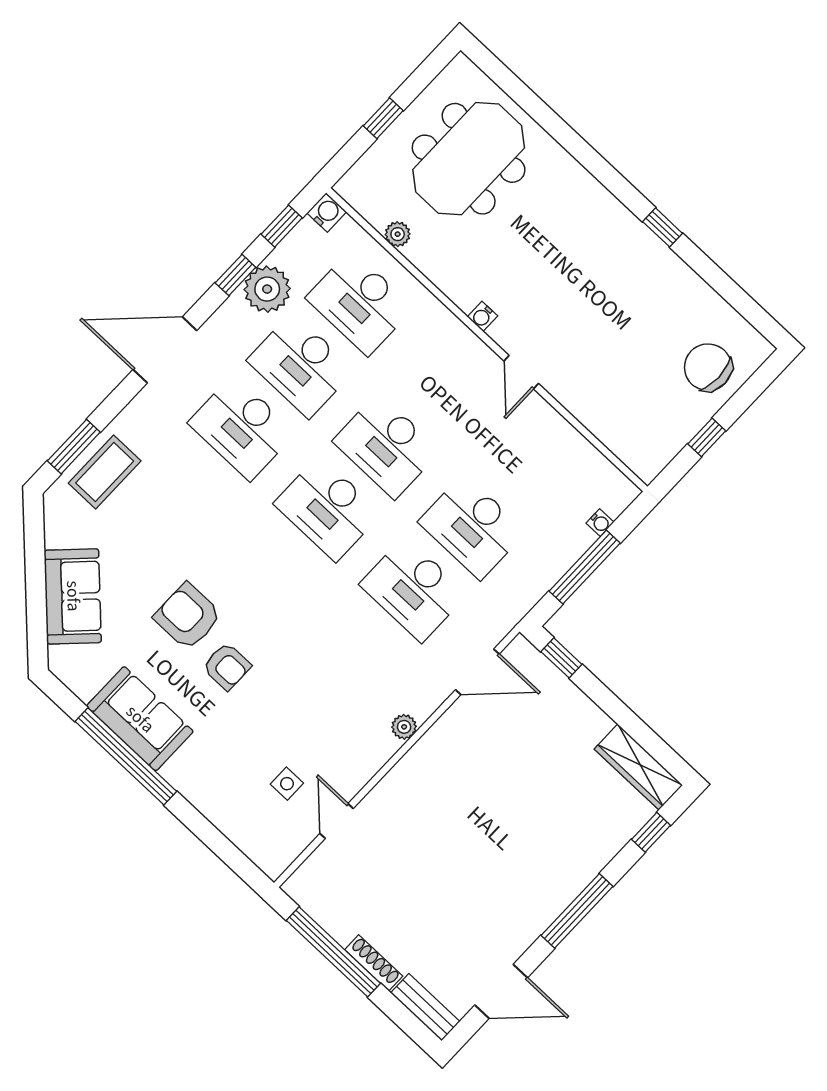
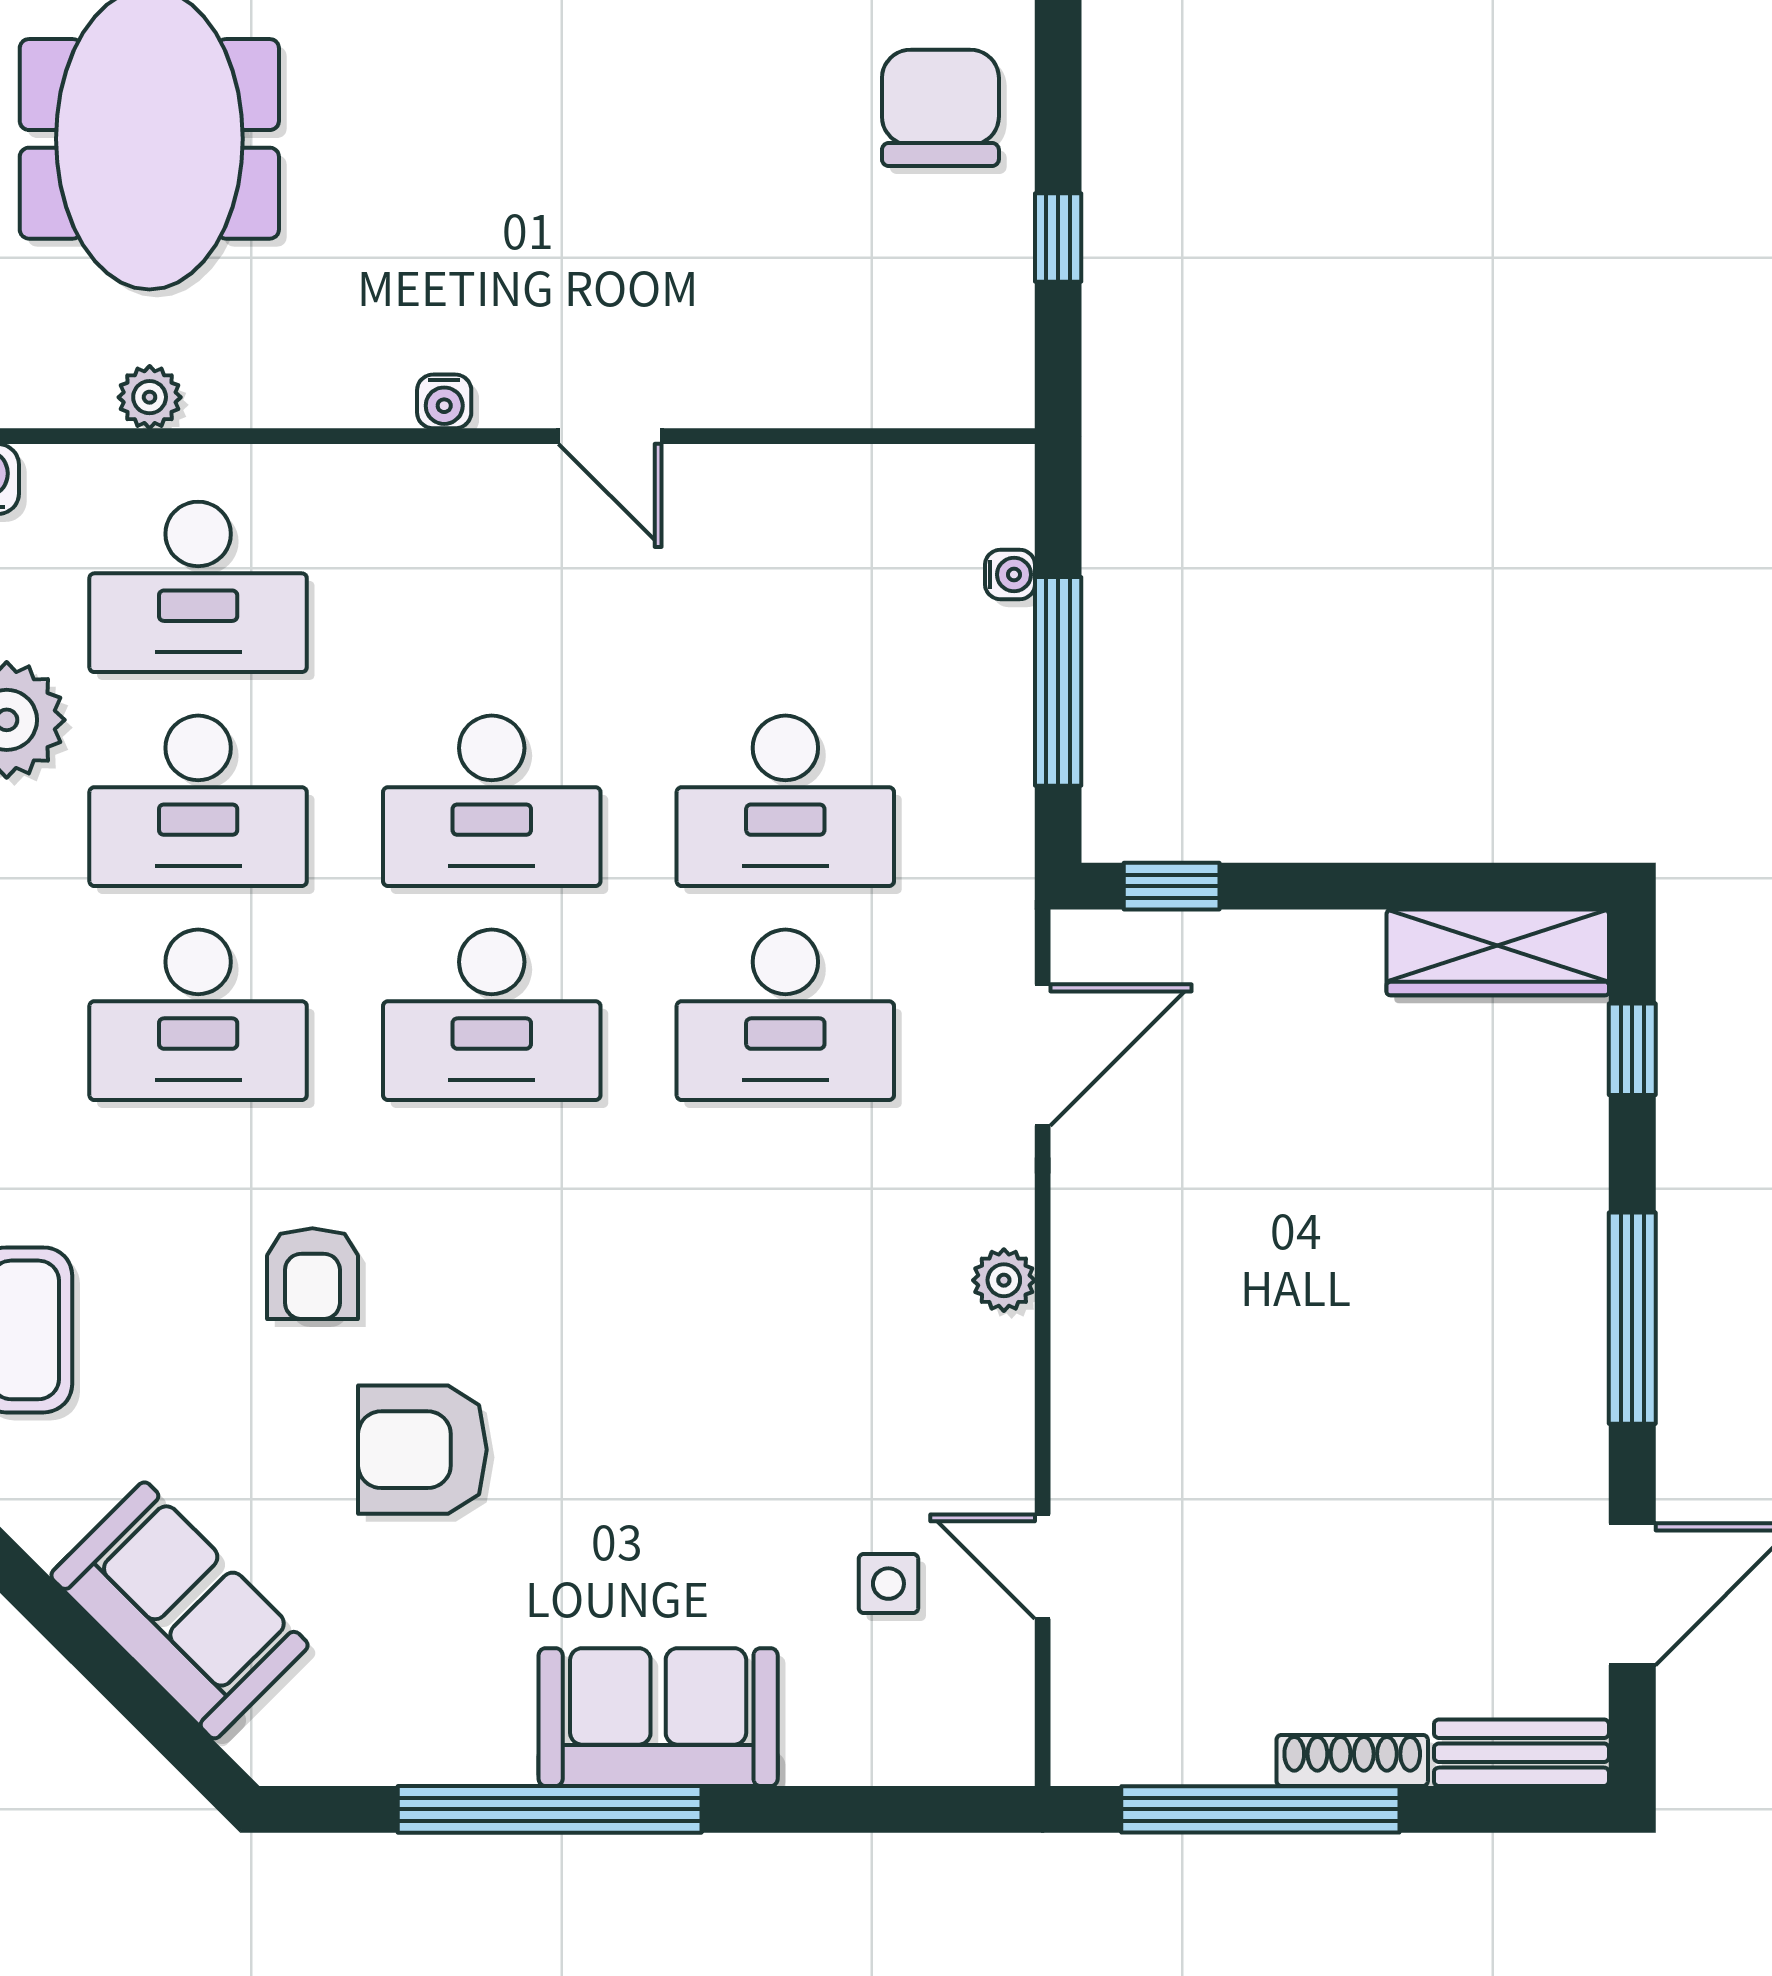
chair: (708, 367) -> (940, 108), turned 90
armchair: (227, 666) -> (312, 1274), moved, turned 90
sofa: (140, 719) -> (658, 1717), moved

